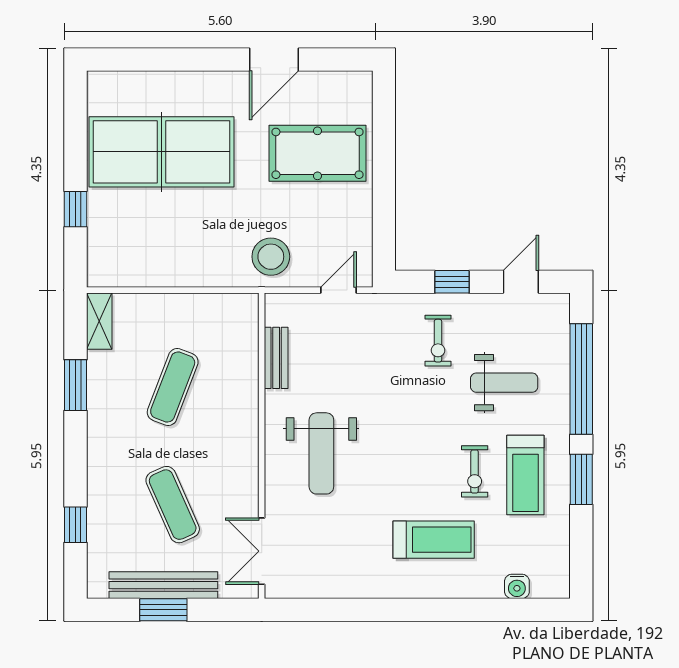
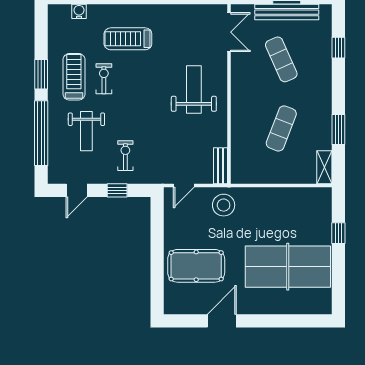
bench: (276, 358) -> (220, 166), moved
weight bench: (504, 383) -> (86, 131), turned -90

